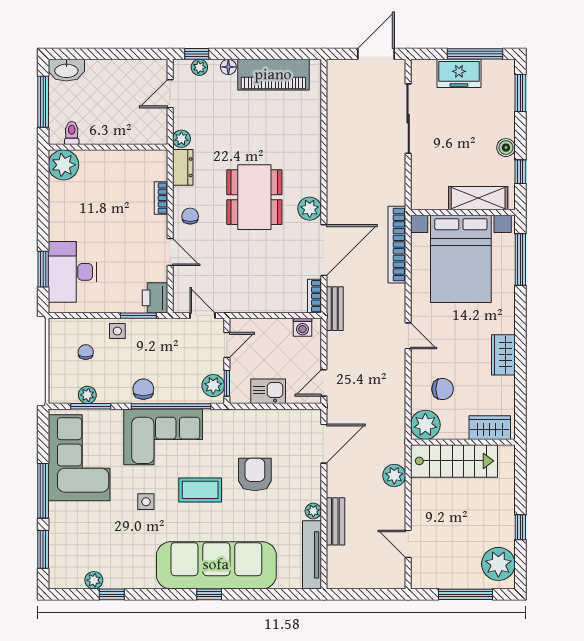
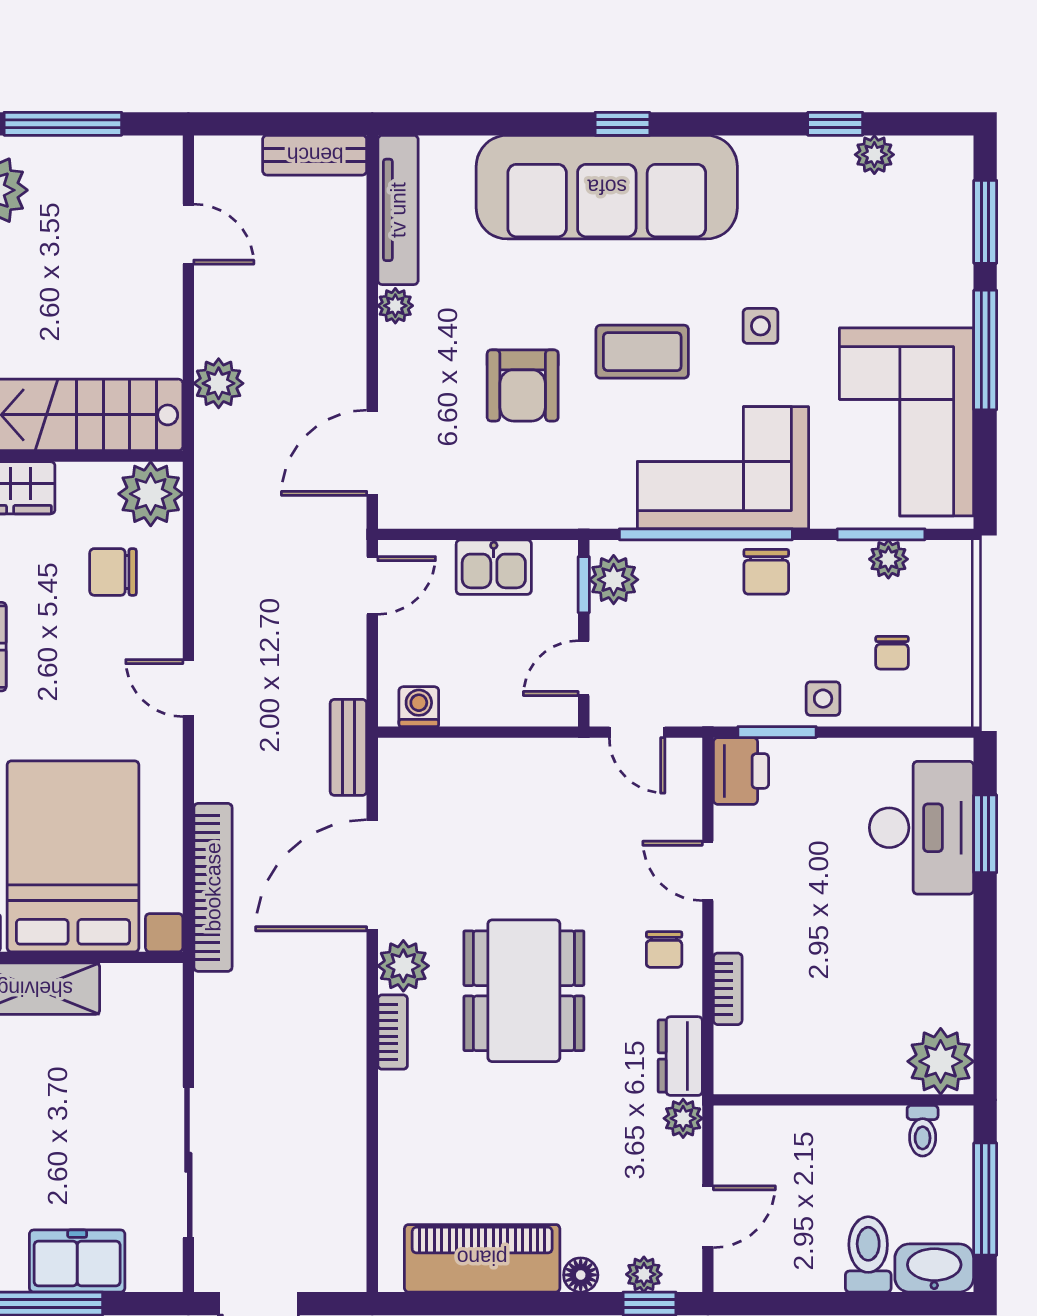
toilet: (97, 76) -> (868, 1254), added
bookcase: (314, 296) -> (393, 1032), moved
bench: (335, 521) -> (315, 155), moved, turned 90

